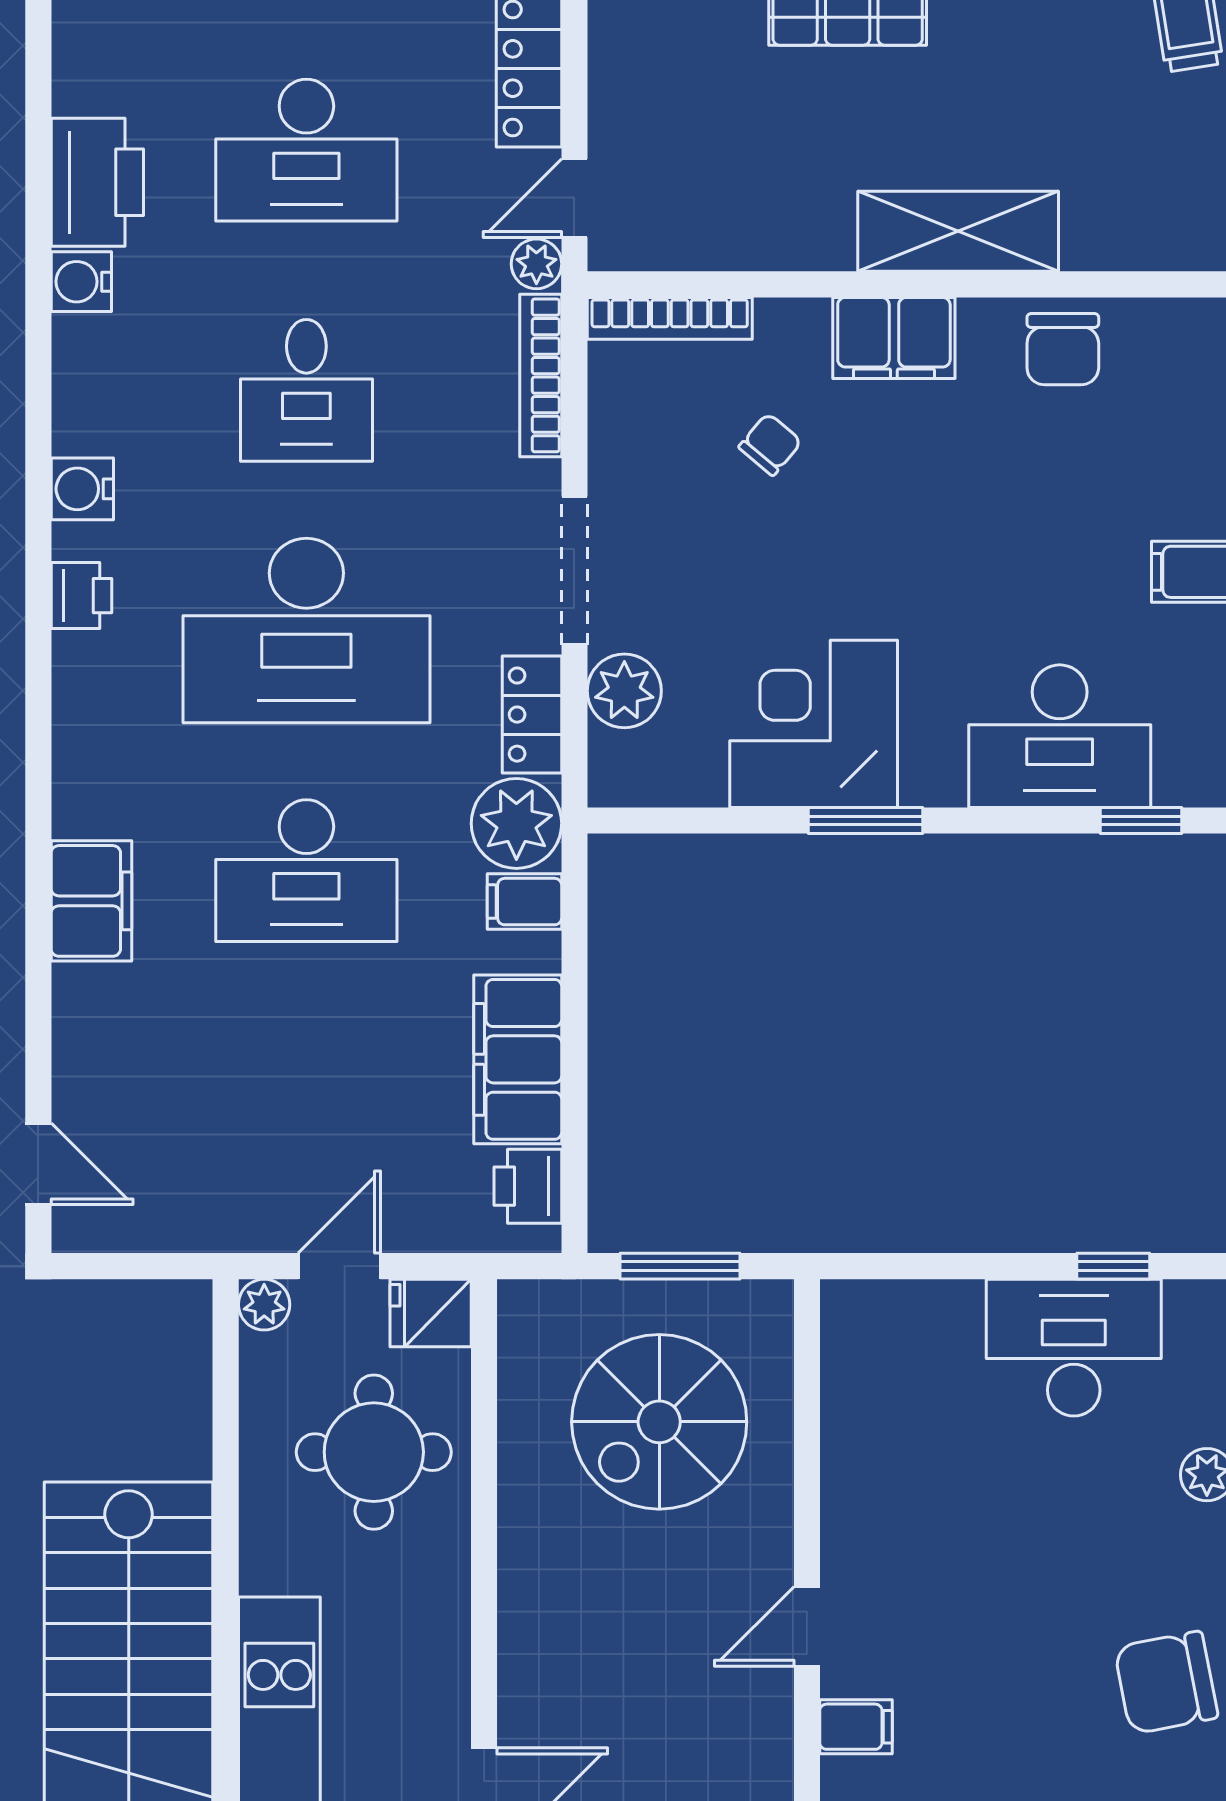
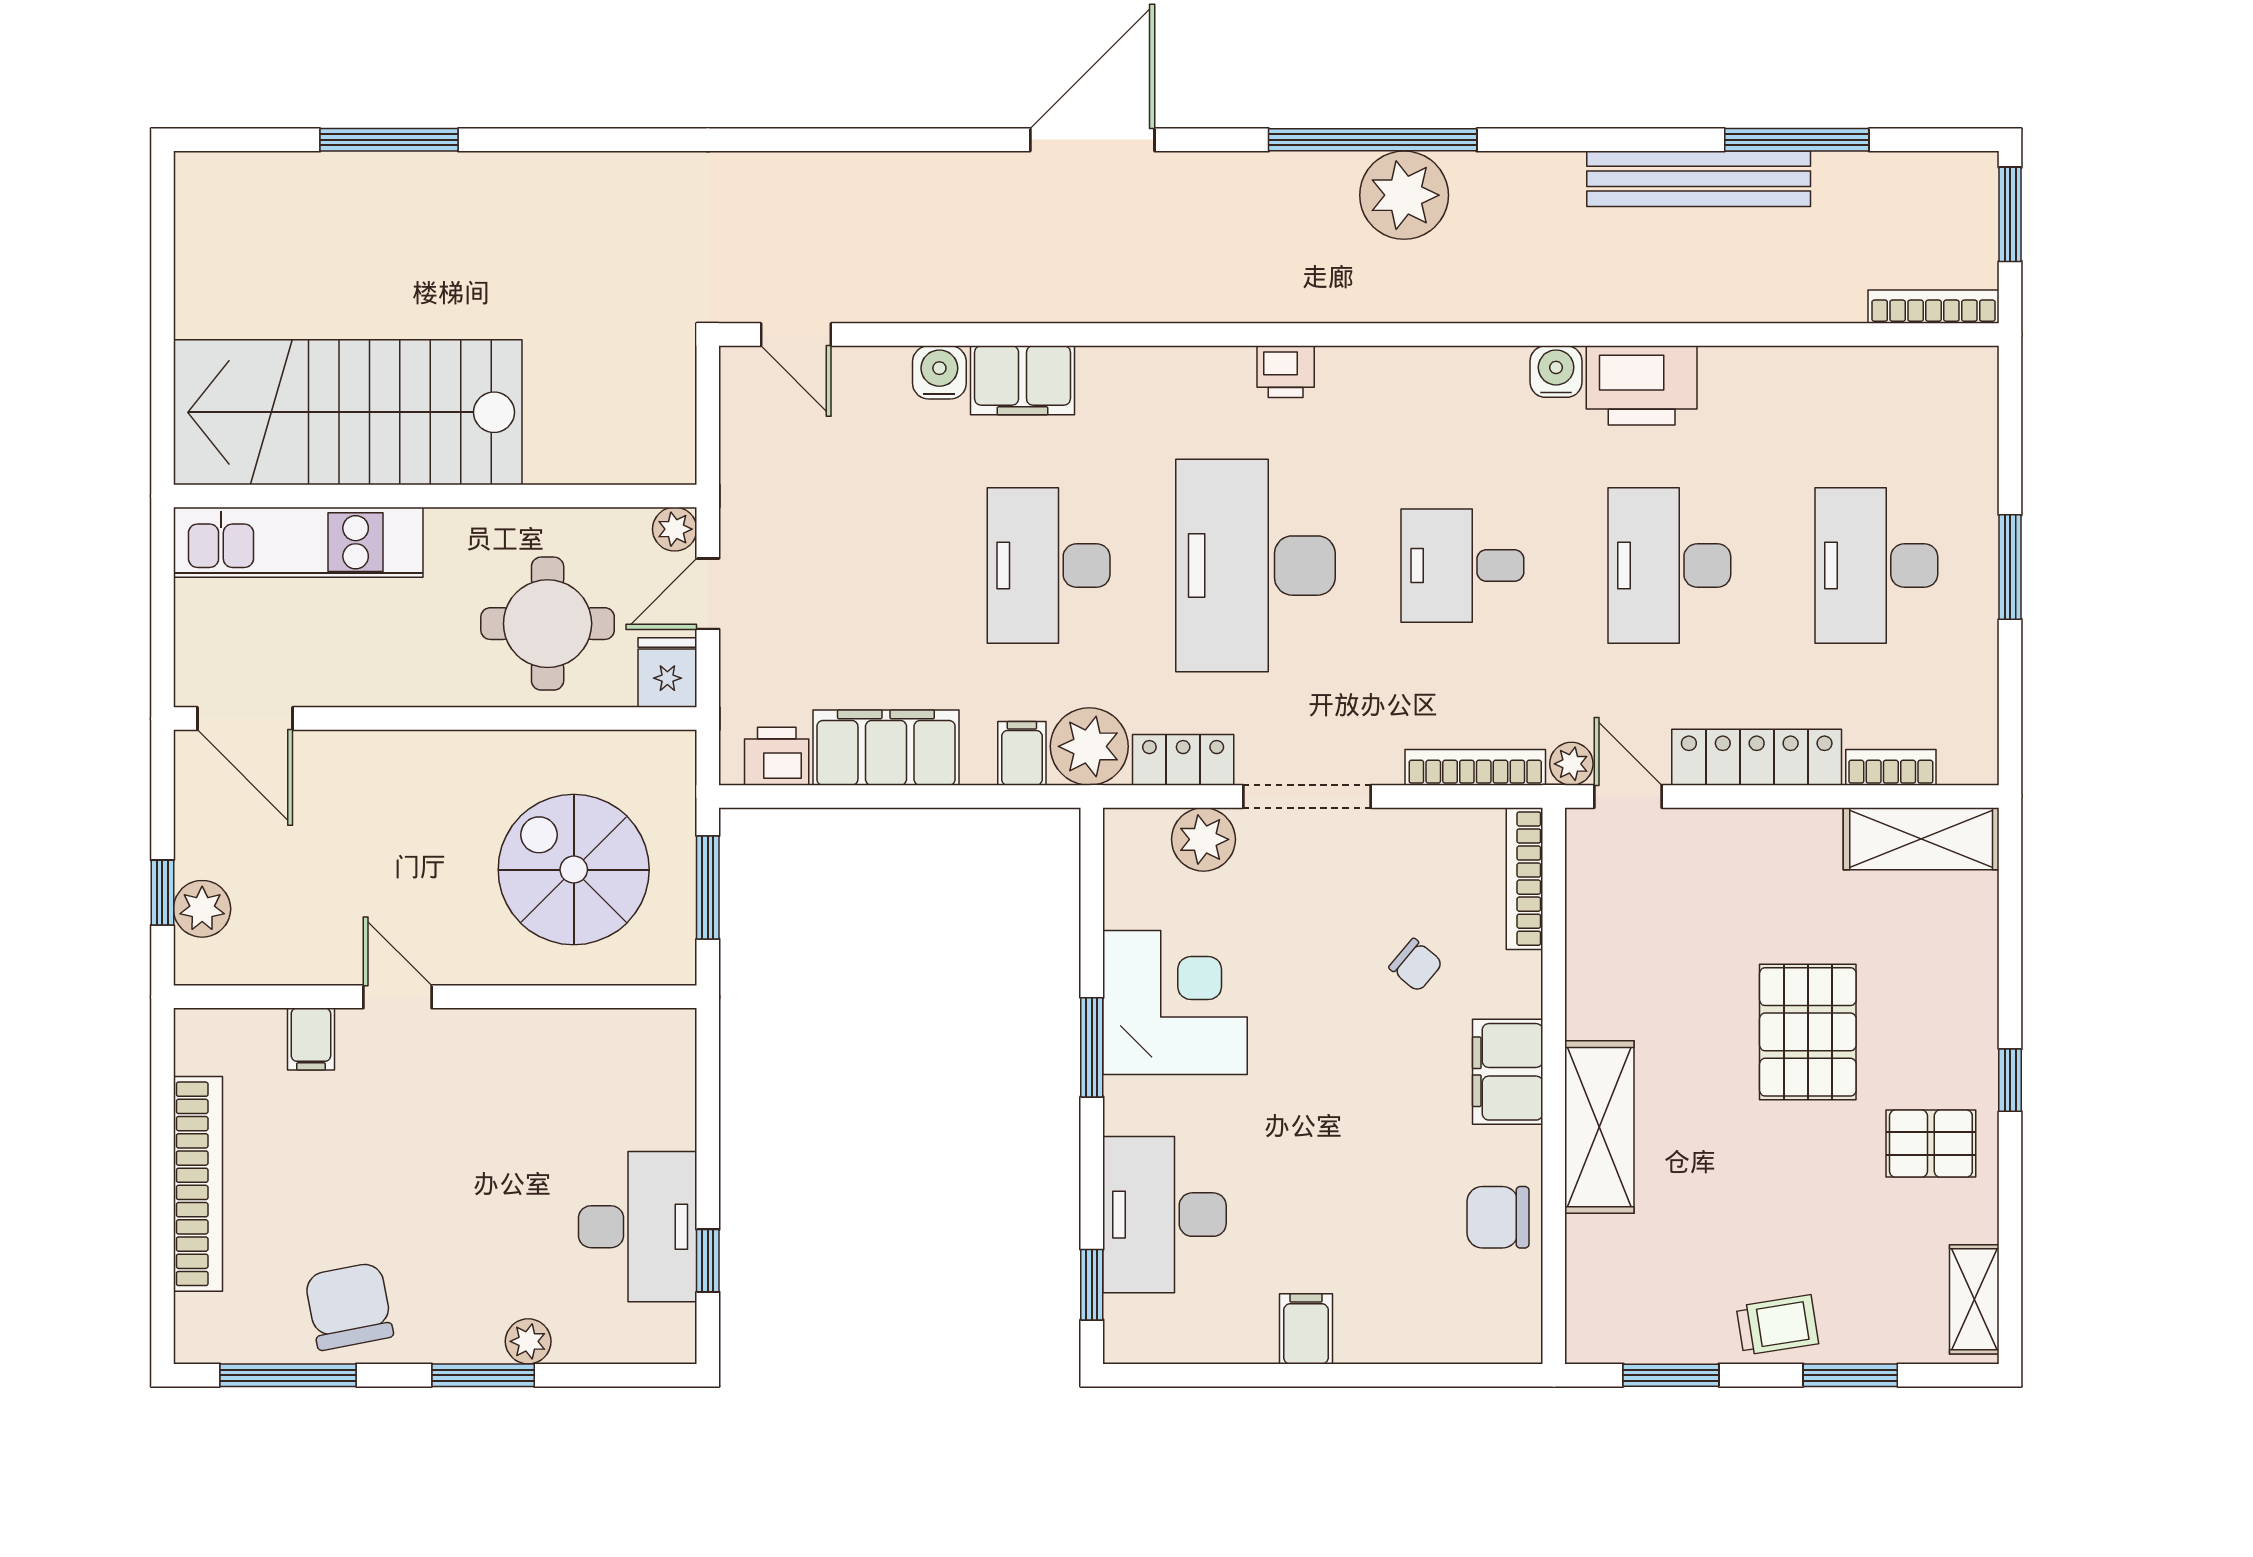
water cooler: (82, 489) -> (939, 372), moved
door: (38, 1164) -> (796, 335), hinge flipped
door: (339, 1266) -> (708, 594), swing flipped

